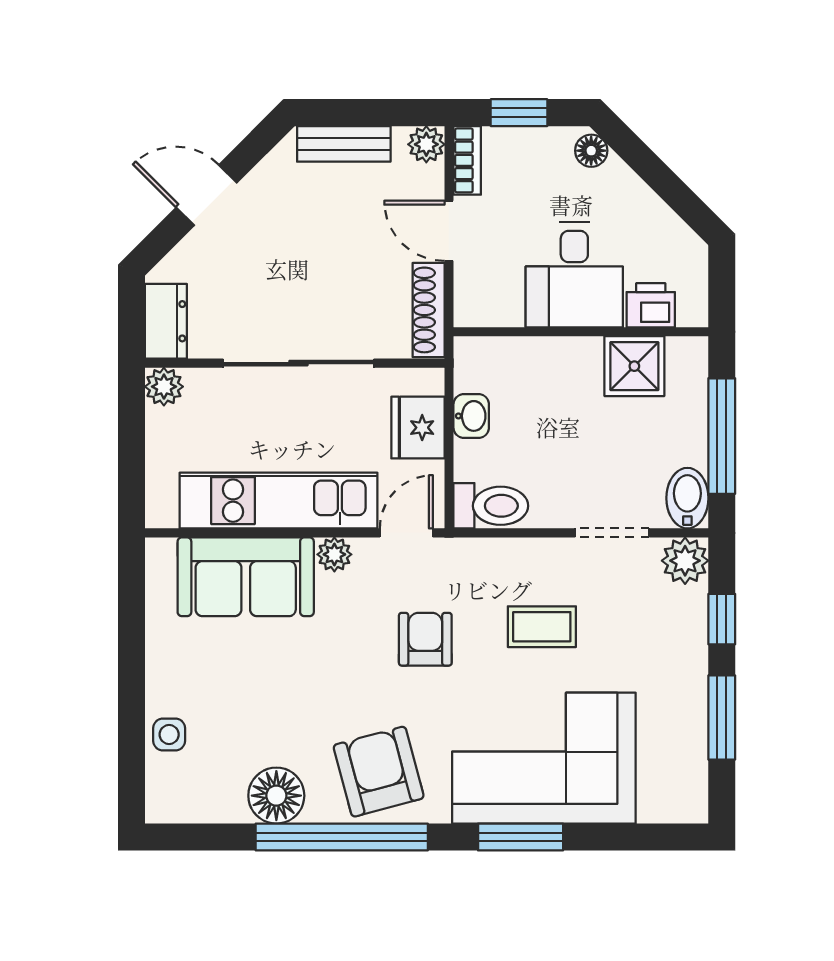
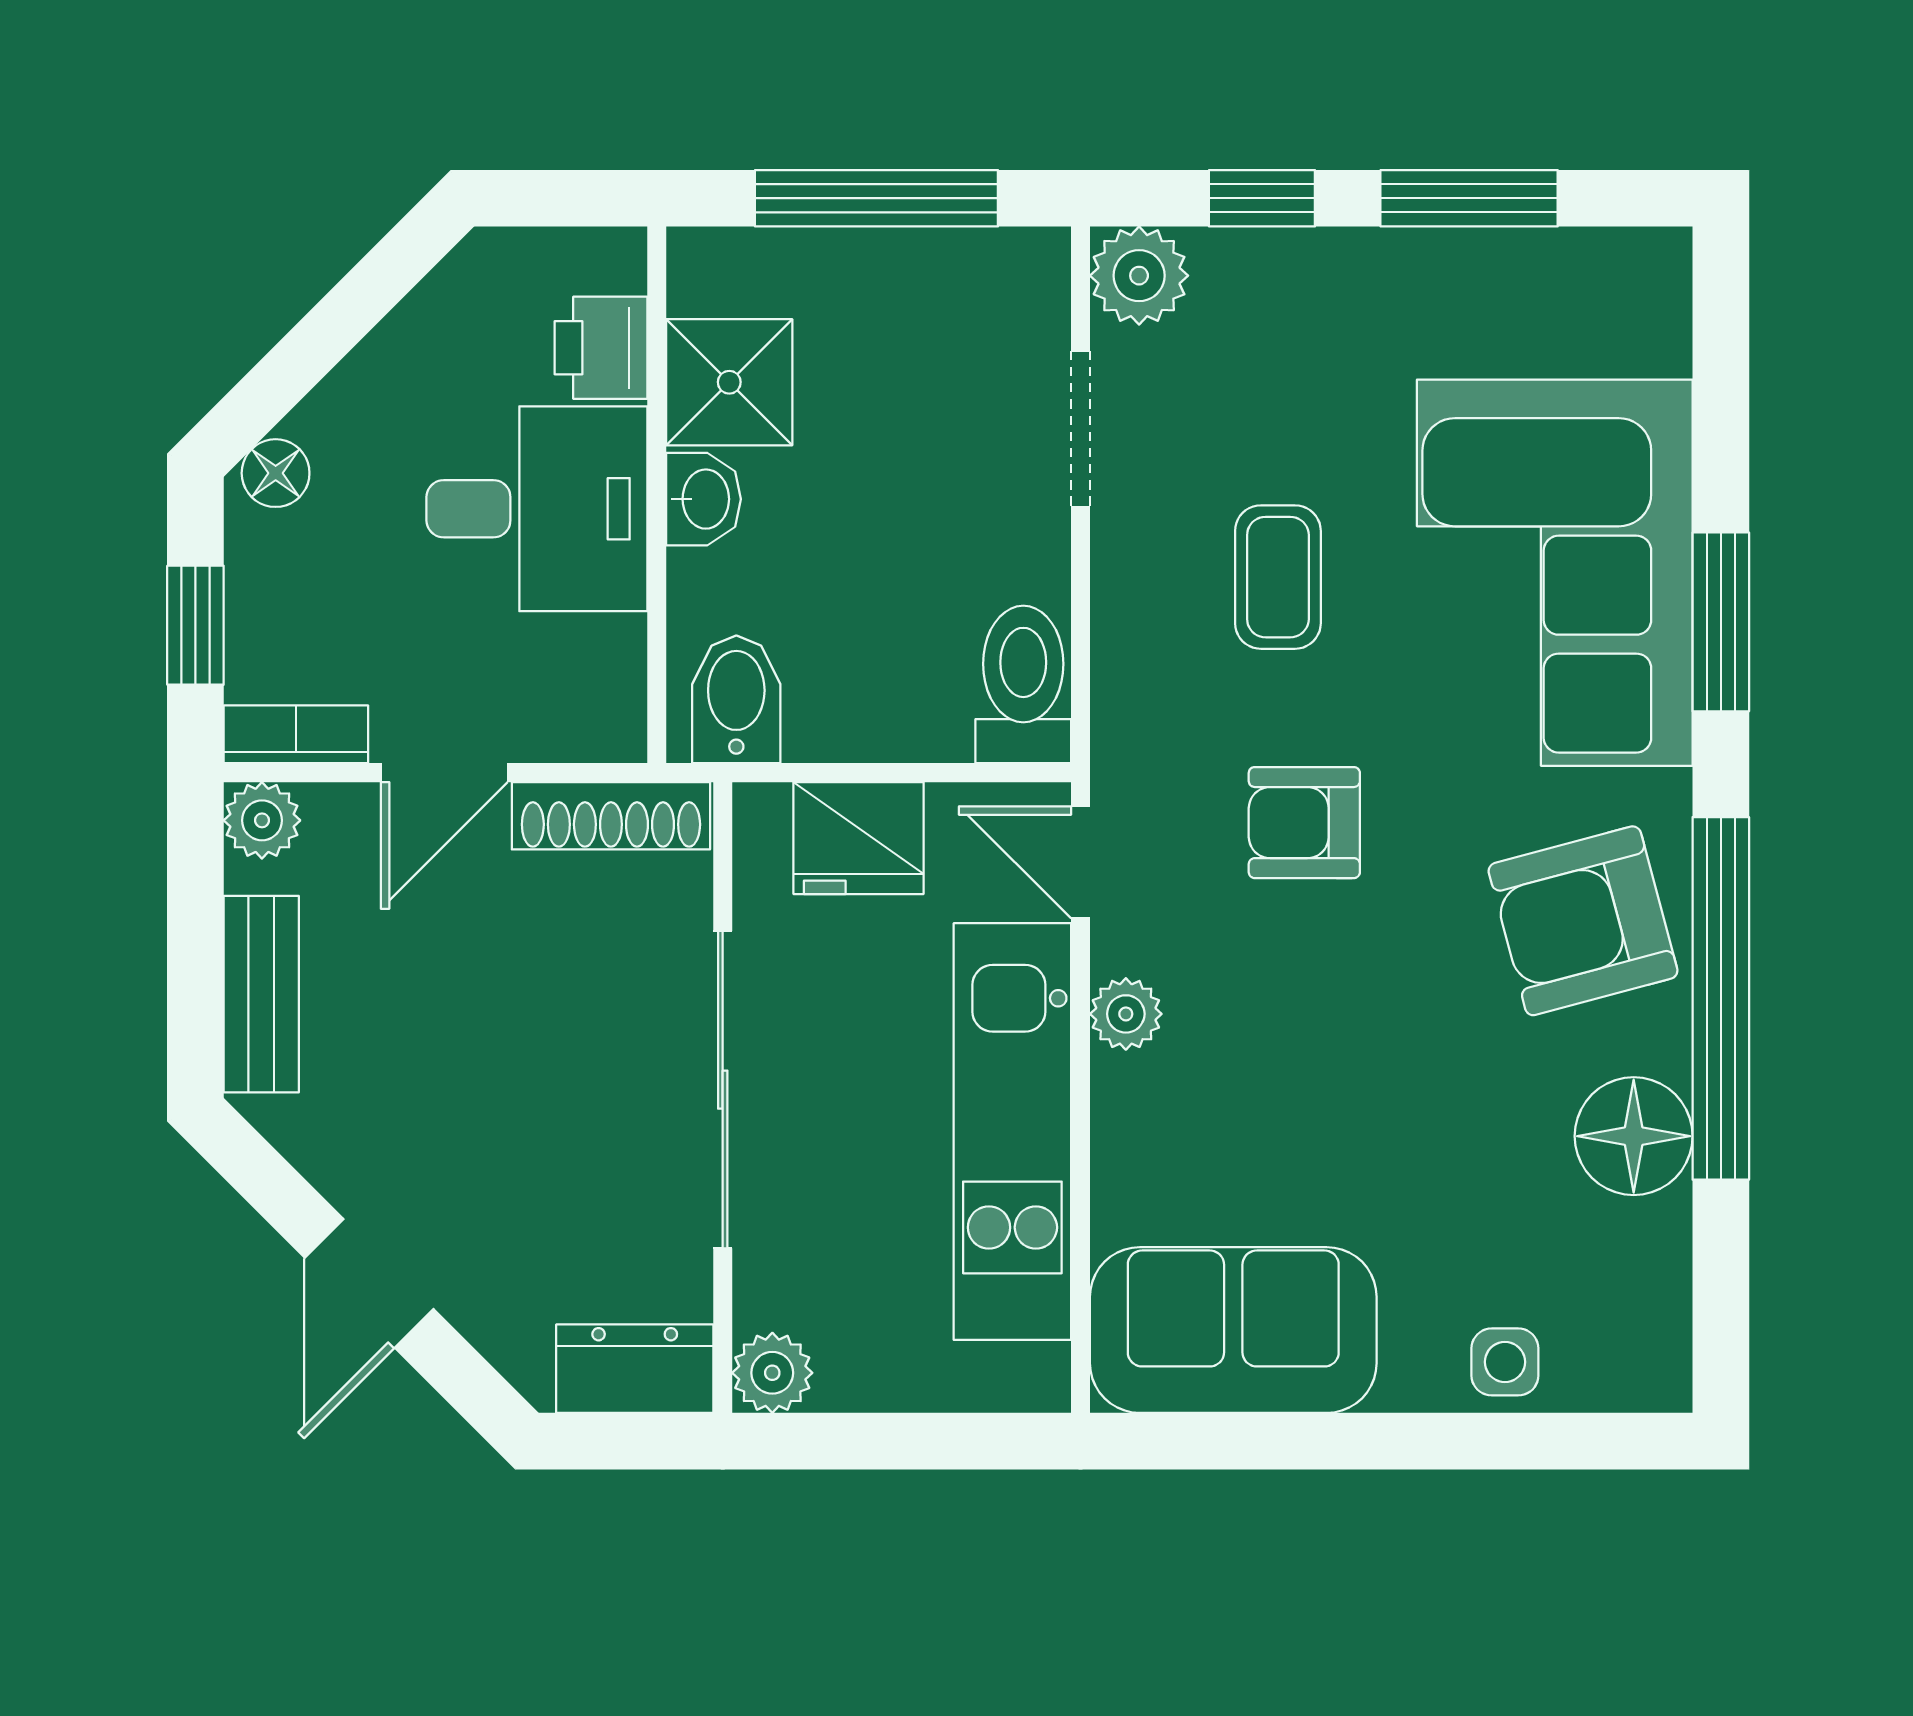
washbasin: (471, 416) -> (704, 499), moved, turned 90
bidet: (687, 498) -> (736, 699), moved, turned 90
sofa: (246, 577) -> (1233, 1330), moved, turned -90

